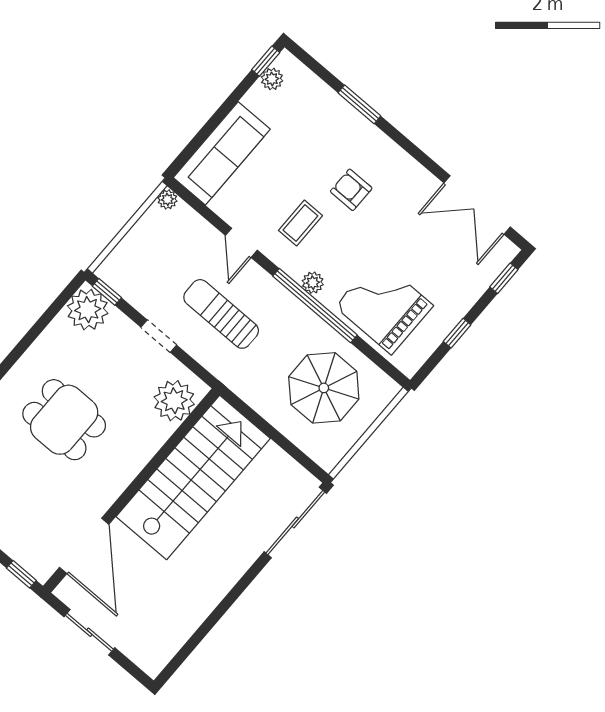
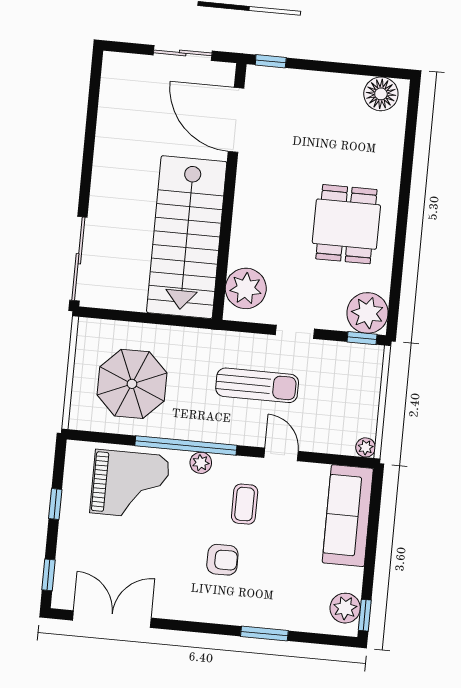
plant: (272, 79) -> (345, 608), width x1.38, depth x1.38
dining table: (64, 420) -> (346, 224), moved, turned 90

